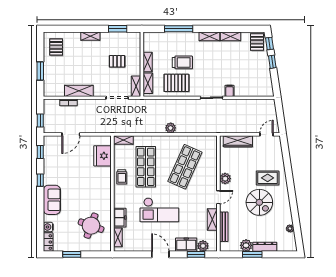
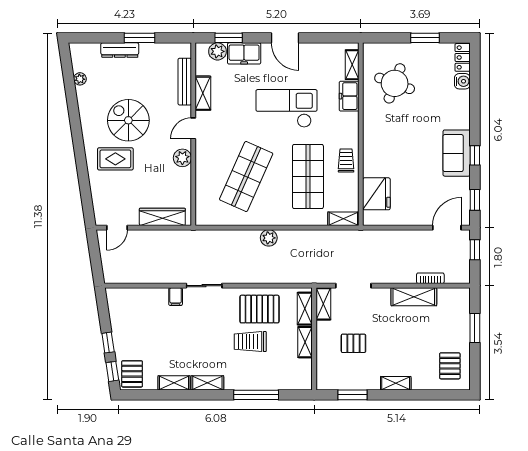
door: (71, 134) -> (447, 228), moved
sofa: (52, 200) -> (457, 153), moved
plant: (246, 245) -> (149, 52), removed

